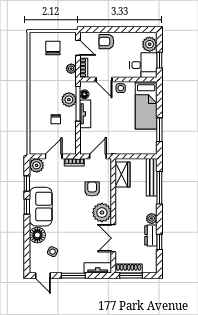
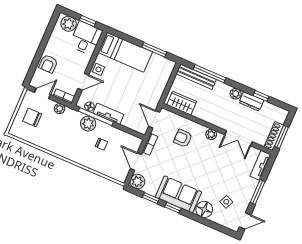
plant: (102, 213) -> (211, 134), width x0.53, depth x0.53

